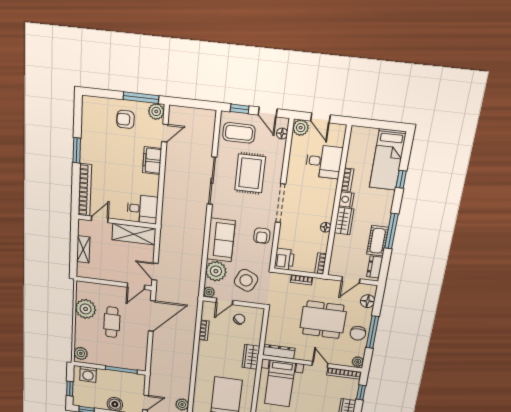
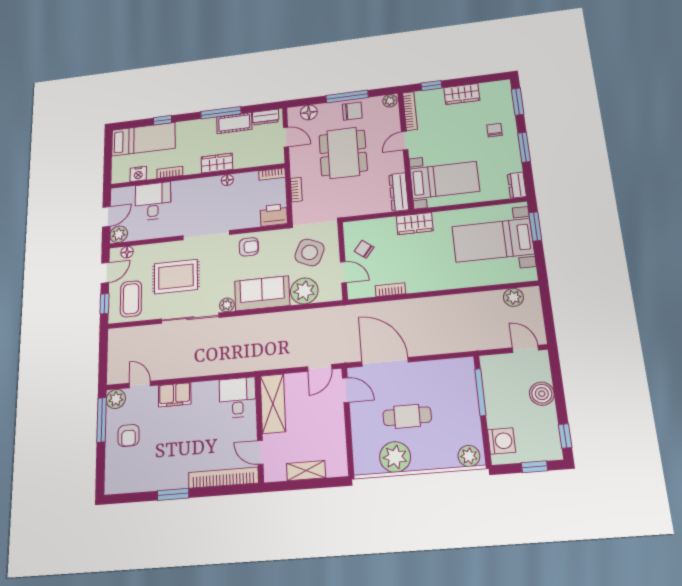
nightstand: (346, 199) -> (138, 174), moved
plant: (209, 292) -> (227, 305), moved

